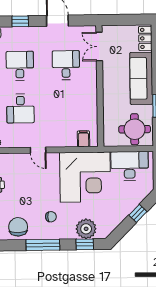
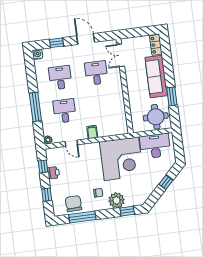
desk: (20, 108) -> (65, 111), turned 180
filing cabinet: (83, 139) -> (92, 132), moved
door: (38, 150) -> (71, 143), moved
plant: (86, 229) -> (117, 200), moved
window: (43, 245) -> (82, 217), moved

